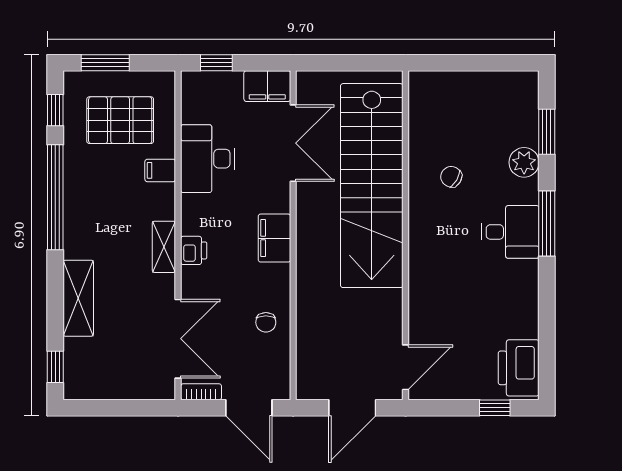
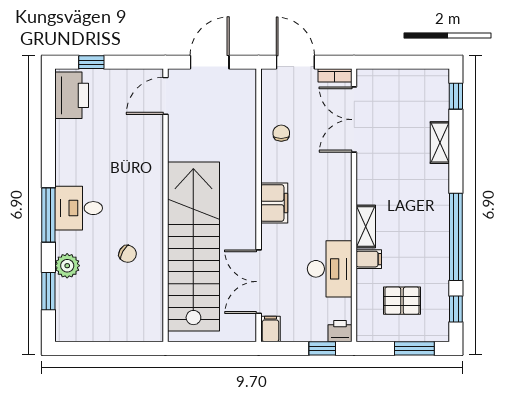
filing cabinet: (267, 86) -> (270, 329), width x0.50
pallet: (120, 120) -> (402, 301), width x0.67, depth x0.71
shelving: (164, 247) -> (366, 227), moved
printer: (194, 250) -> (340, 331), moved, turned 90
shelving: (78, 298) -> (440, 143), width x0.67, depth x0.75

